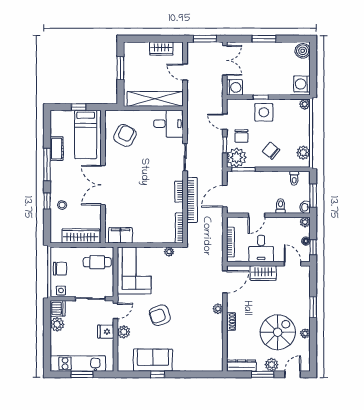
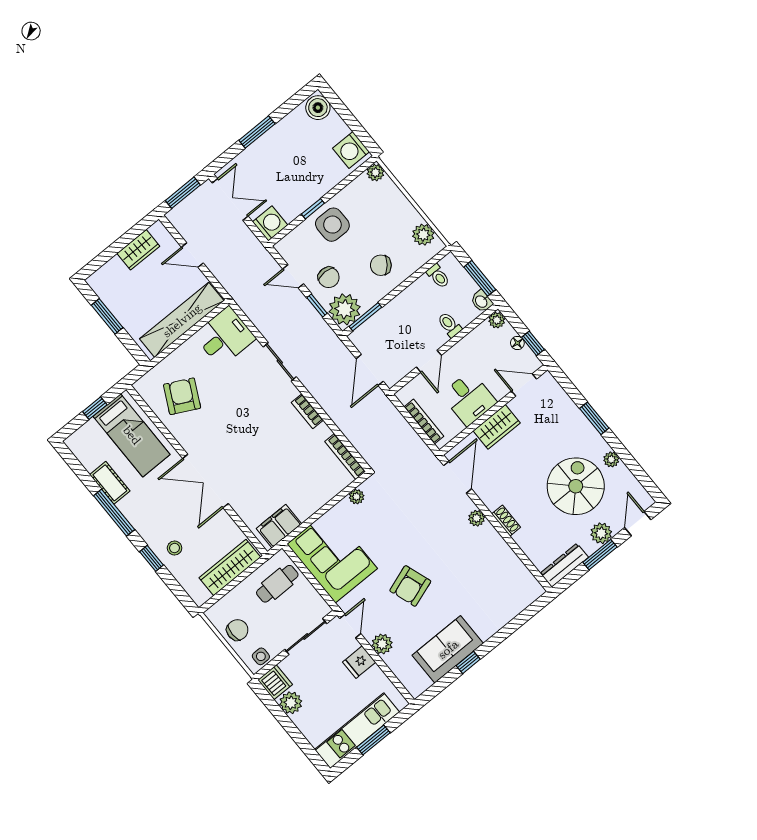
bookcase: (192, 200) -> (333, 408), removed

